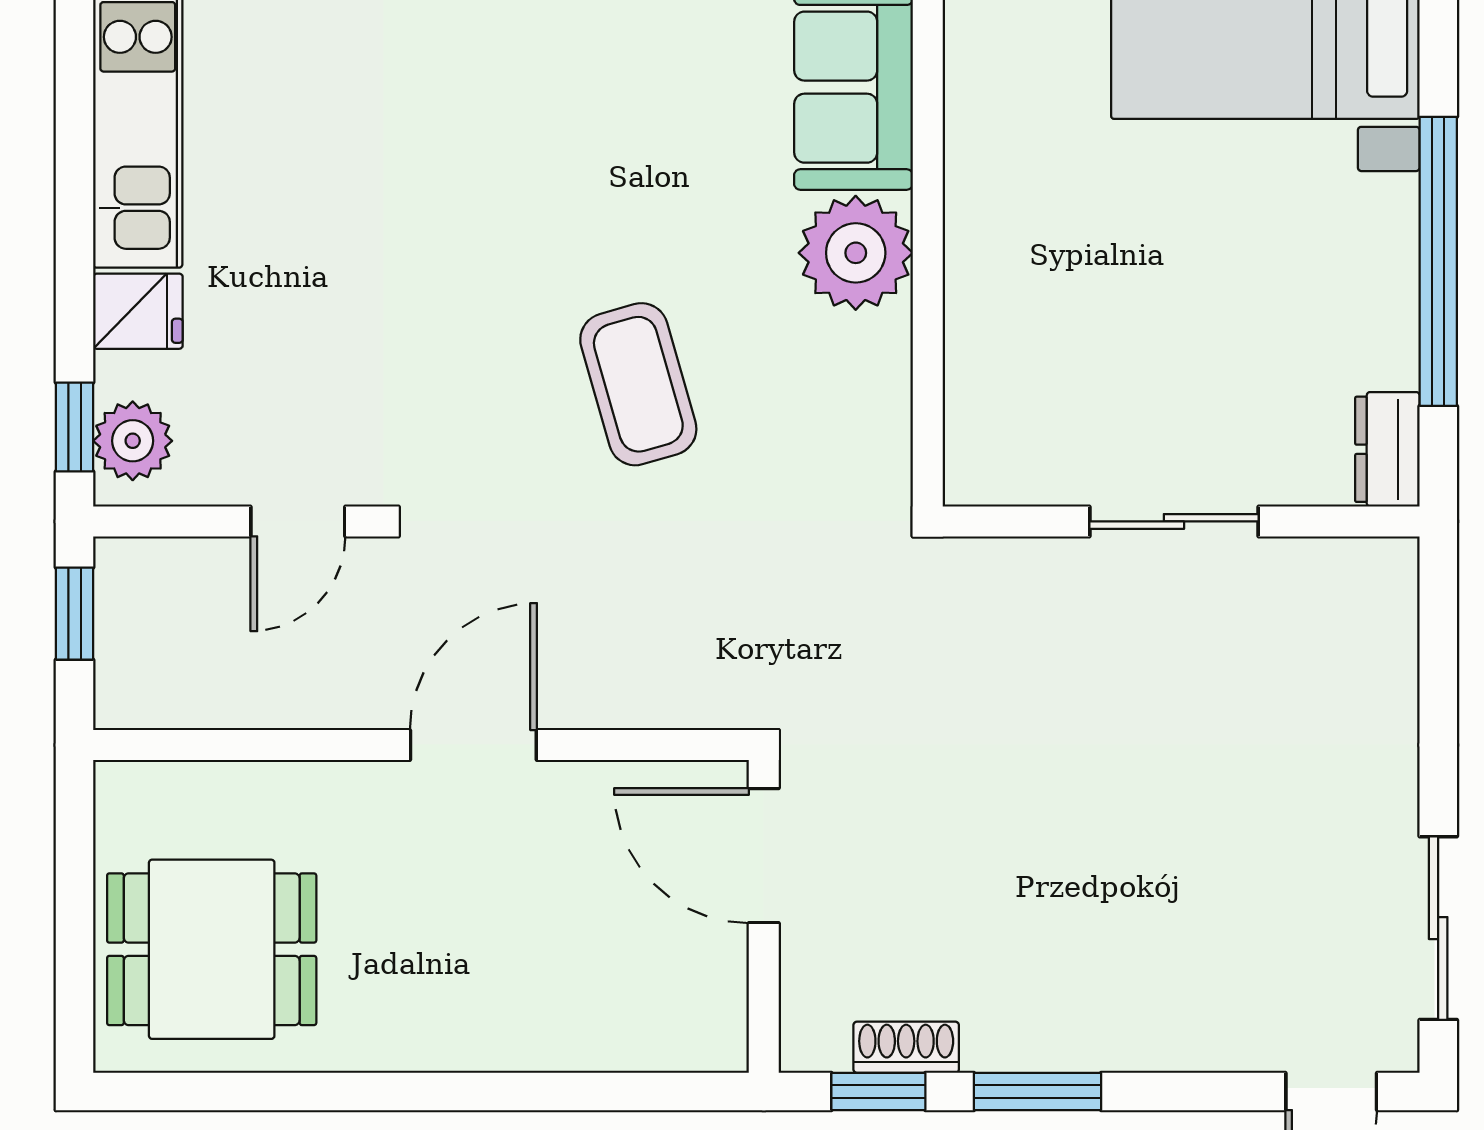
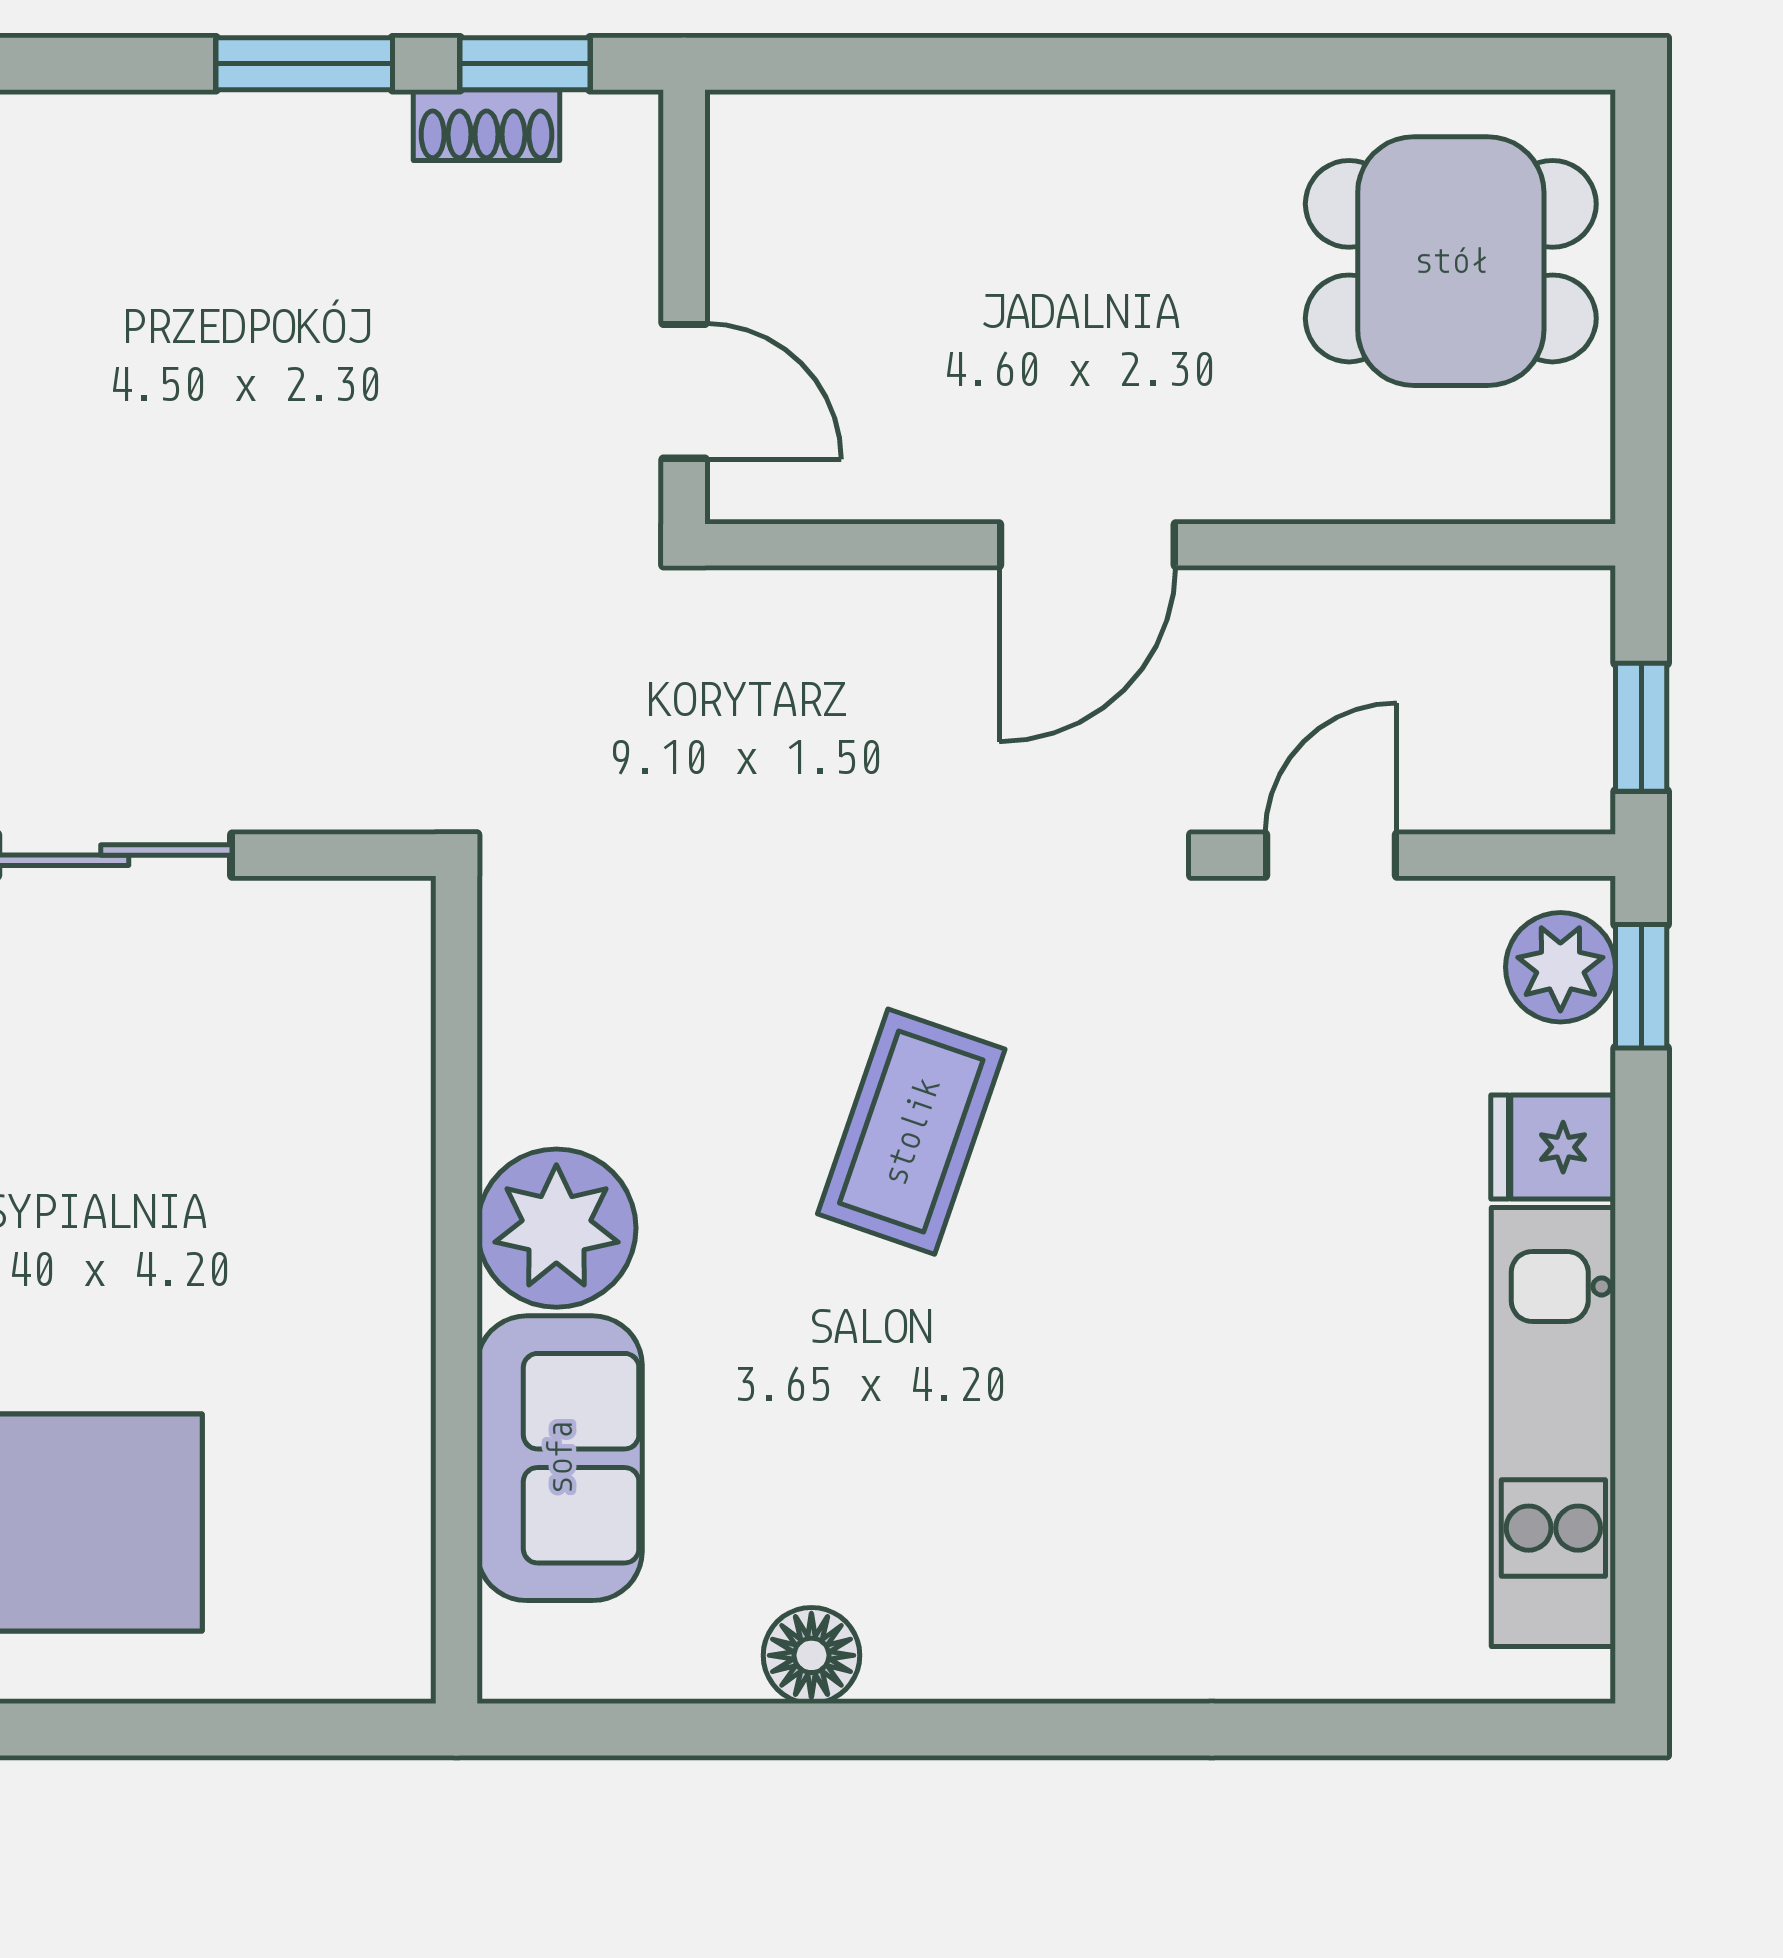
coffee table: (638, 384) -> (911, 1132), moved, turned 35
door: (764, 856) -> (684, 391), width x0.73

